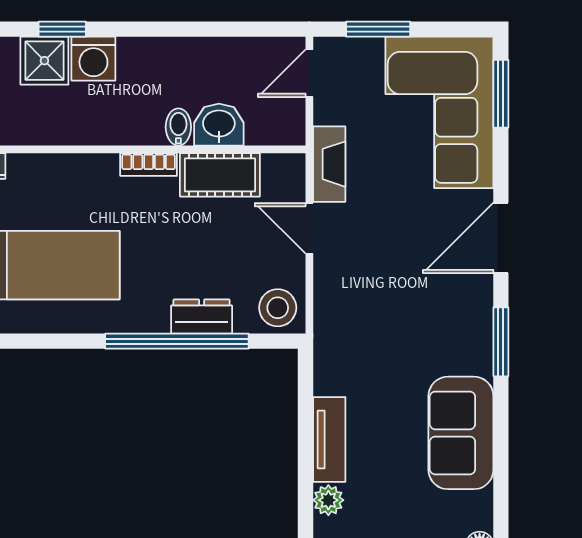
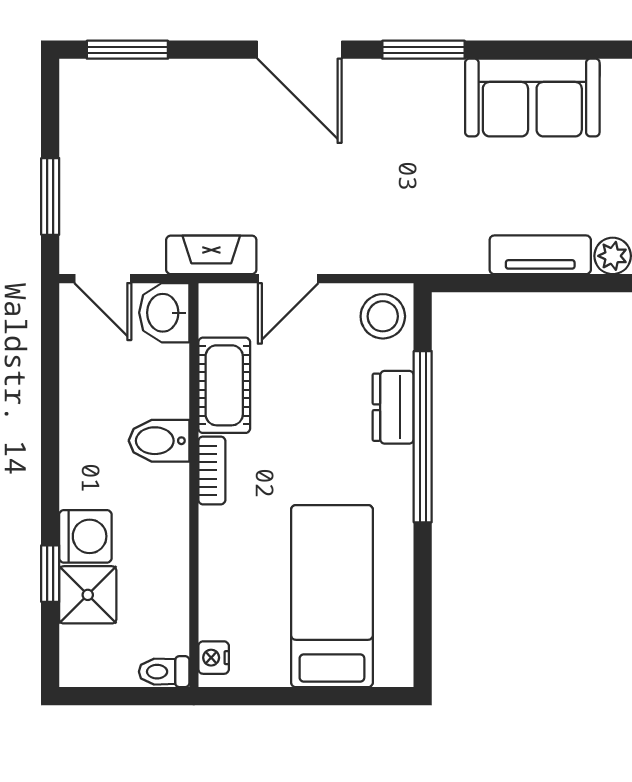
corner sofa: (439, 112) -> (150, 123), removed
washbasin: (219, 125) -> (164, 313), moved
bidet: (178, 127) -> (159, 441), width x1.38, depth x1.36

